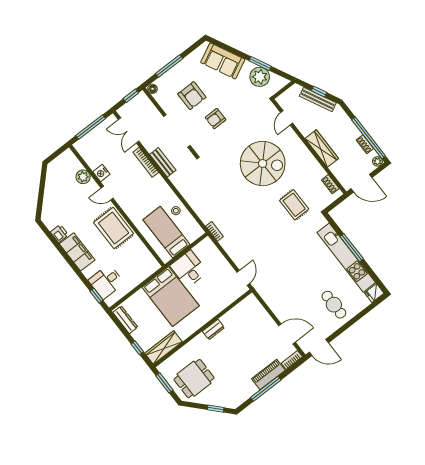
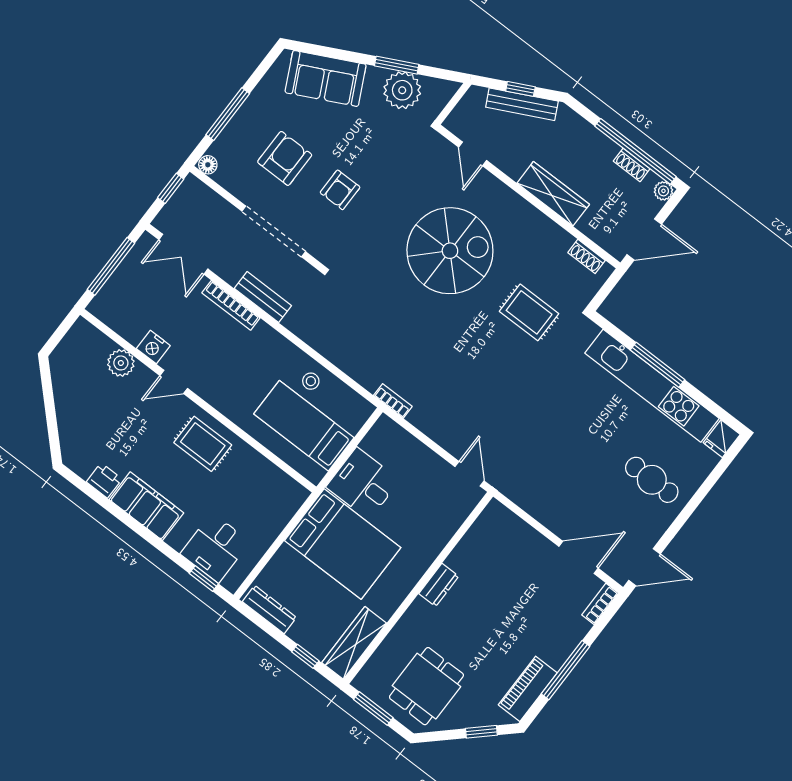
armchair: (192, 96) -> (285, 158), turned -90
rug: (114, 228) -> (203, 444), width x0.73, depth x0.70
piano: (268, 375) -> (528, 689), moved

